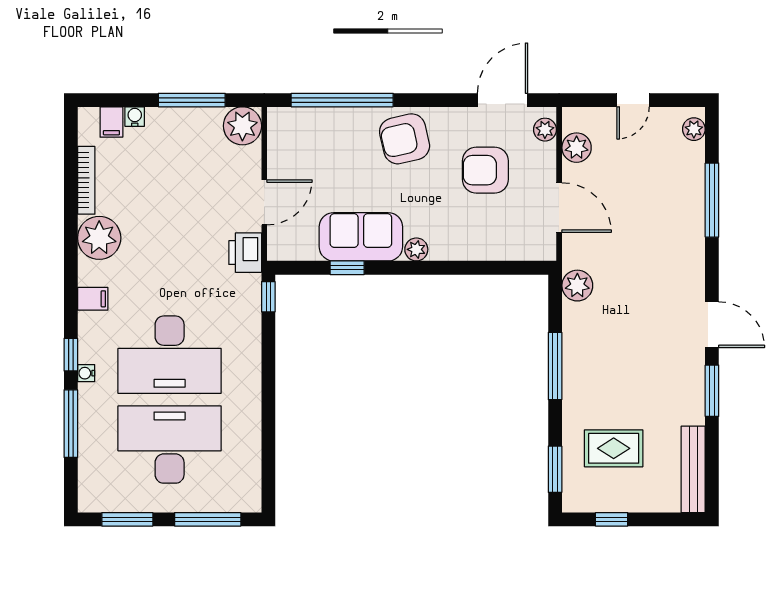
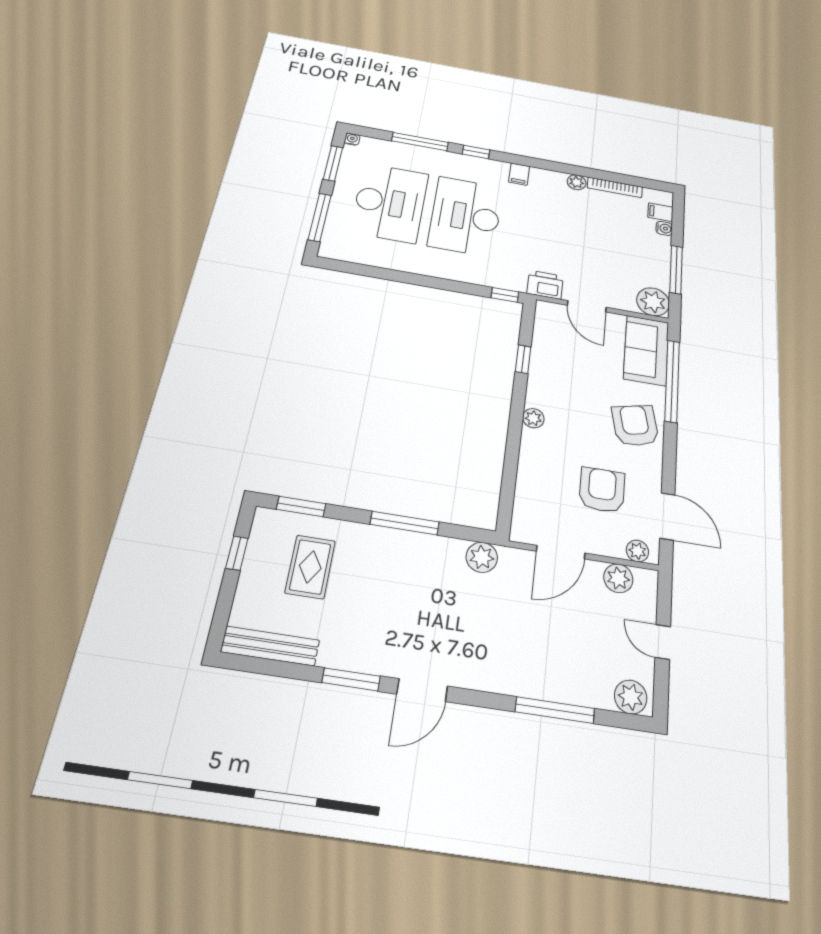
plant: (694, 129) -> (631, 697), width x1.38, depth x1.38
sofa: (361, 237) -> (646, 350), moved, turned 180
plant: (99, 238) -> (577, 182), width x0.53, depth x0.53
water cooler: (86, 373) -> (352, 139), moved

